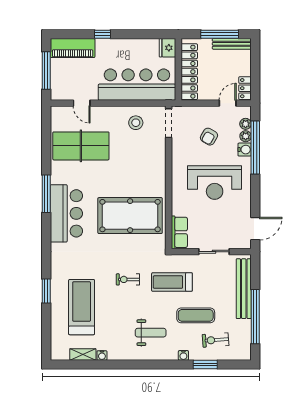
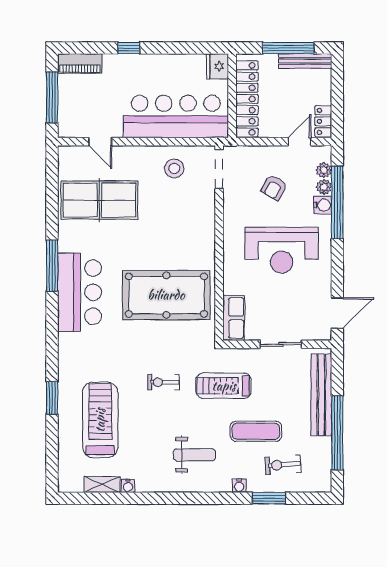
piano: (73, 48) -> (80, 63), width x0.73, depth x0.75

